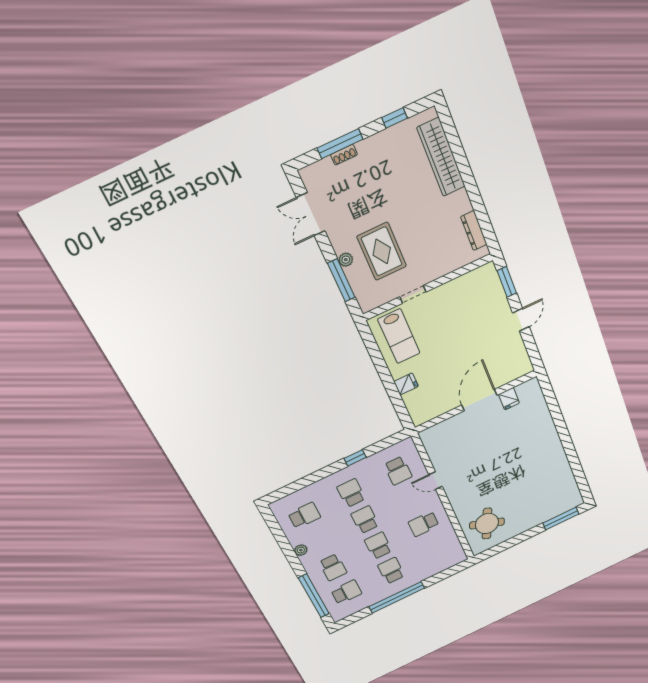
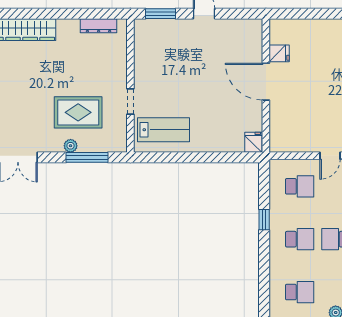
fridge: (406, 384) -> (253, 142), moved
school desk: (351, 493) -> (300, 239), turned 180
school desk: (304, 515) -> (300, 292), turned 90

